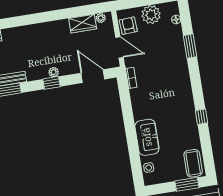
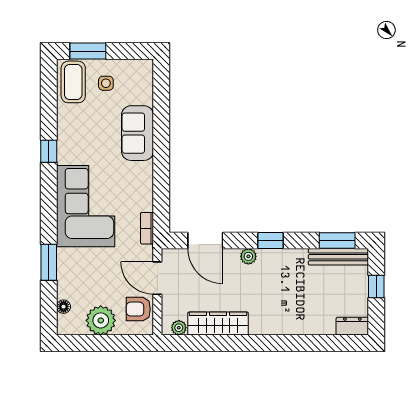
wardrobe: (83, 24) -> (218, 324), width x1.50
armchair: (128, 26) -> (138, 309), turned 93
plant: (54, 72) -> (248, 256), moved
corner sofa: (172, 86) -> (86, 206), added
side table: (149, 168) -> (106, 83), moved

